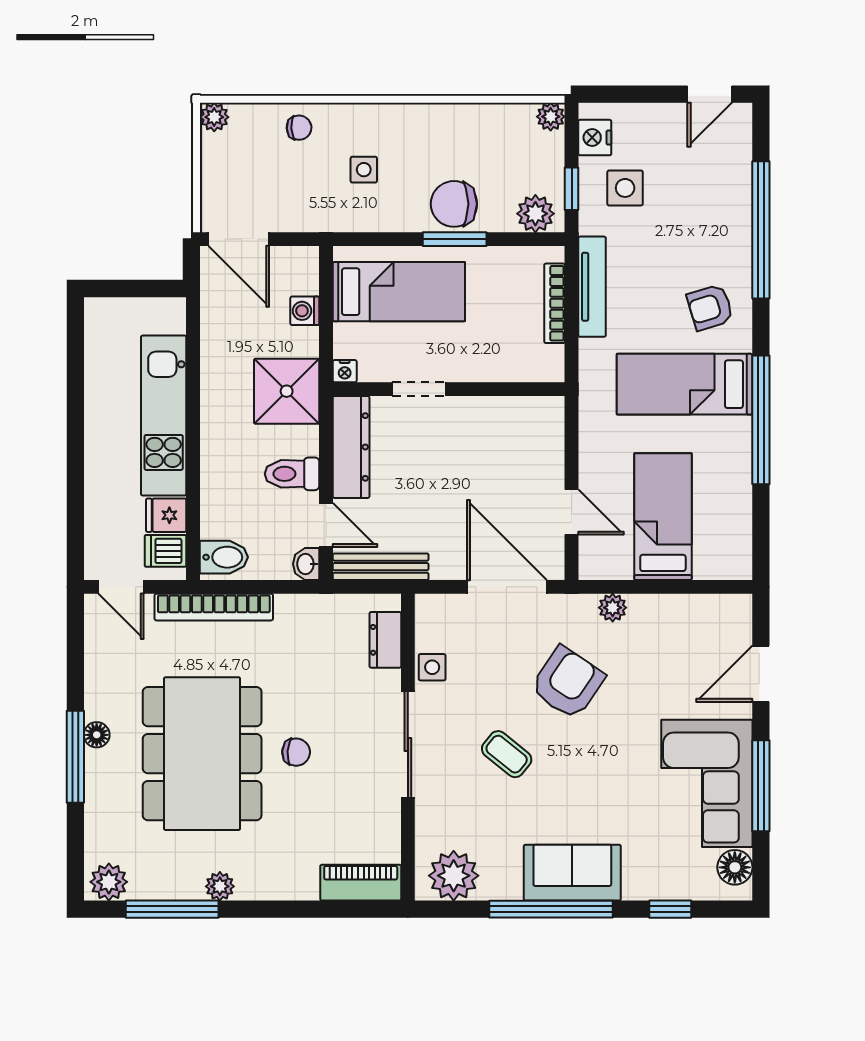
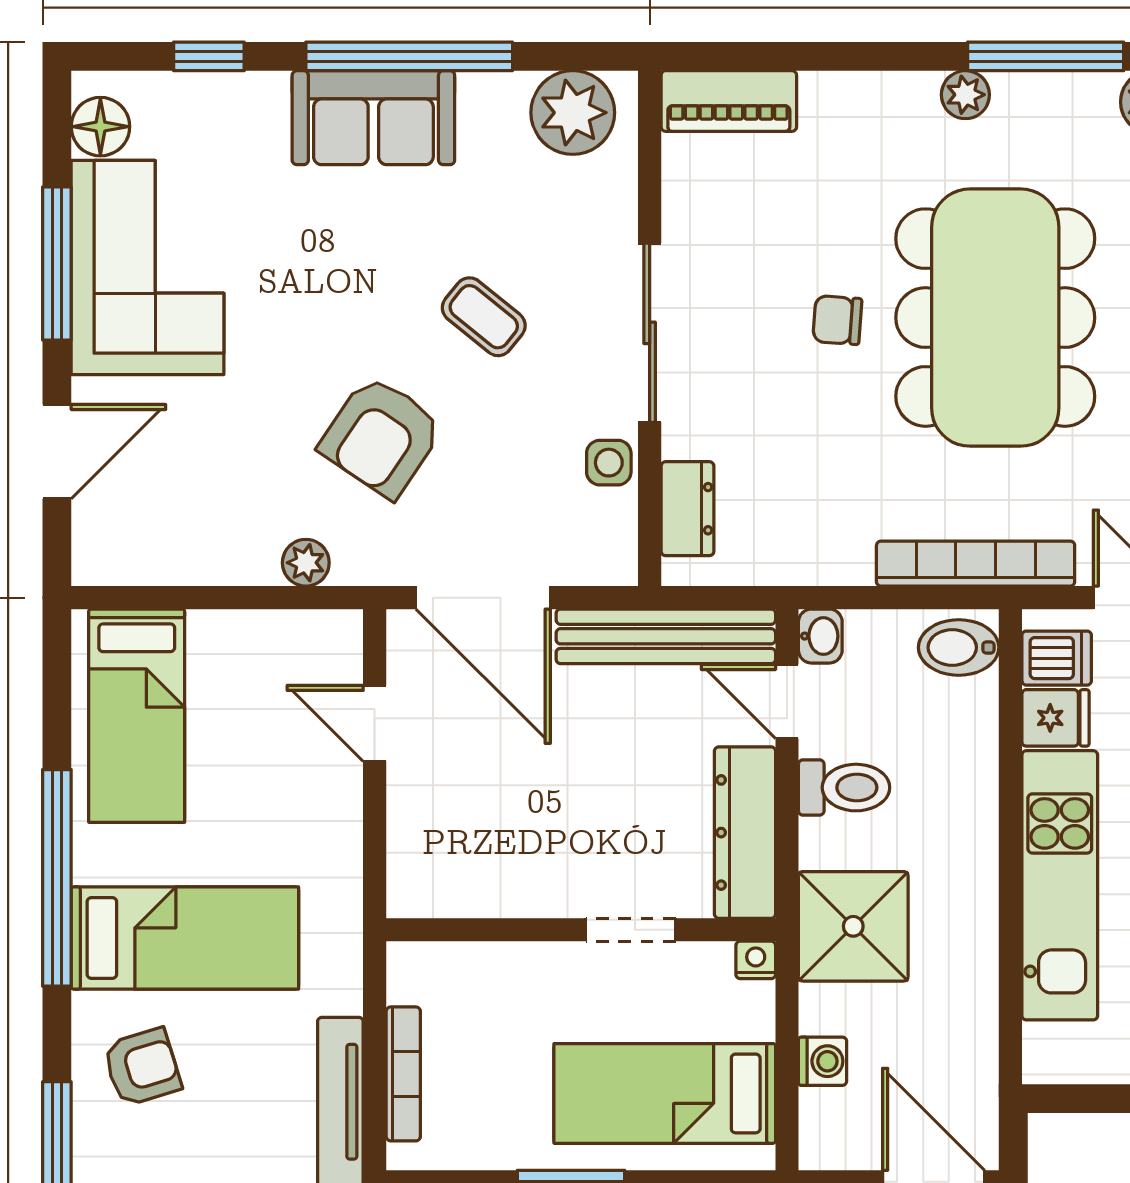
bed: (663, 517) -> (137, 716), moved
bench: (381, 567) -> (666, 636), width x1.37, depth x1.21

